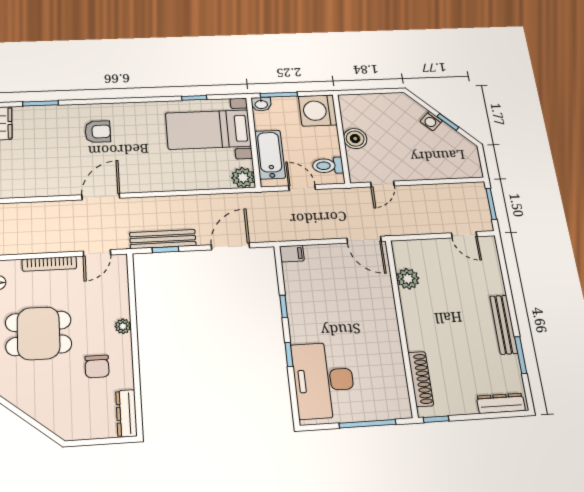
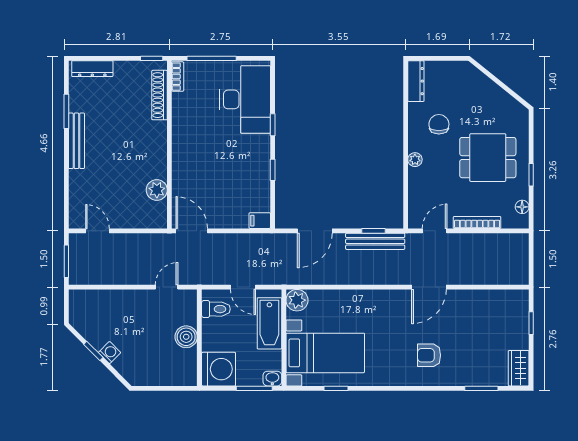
bookcase: (403, 401) -> (178, 77), added

